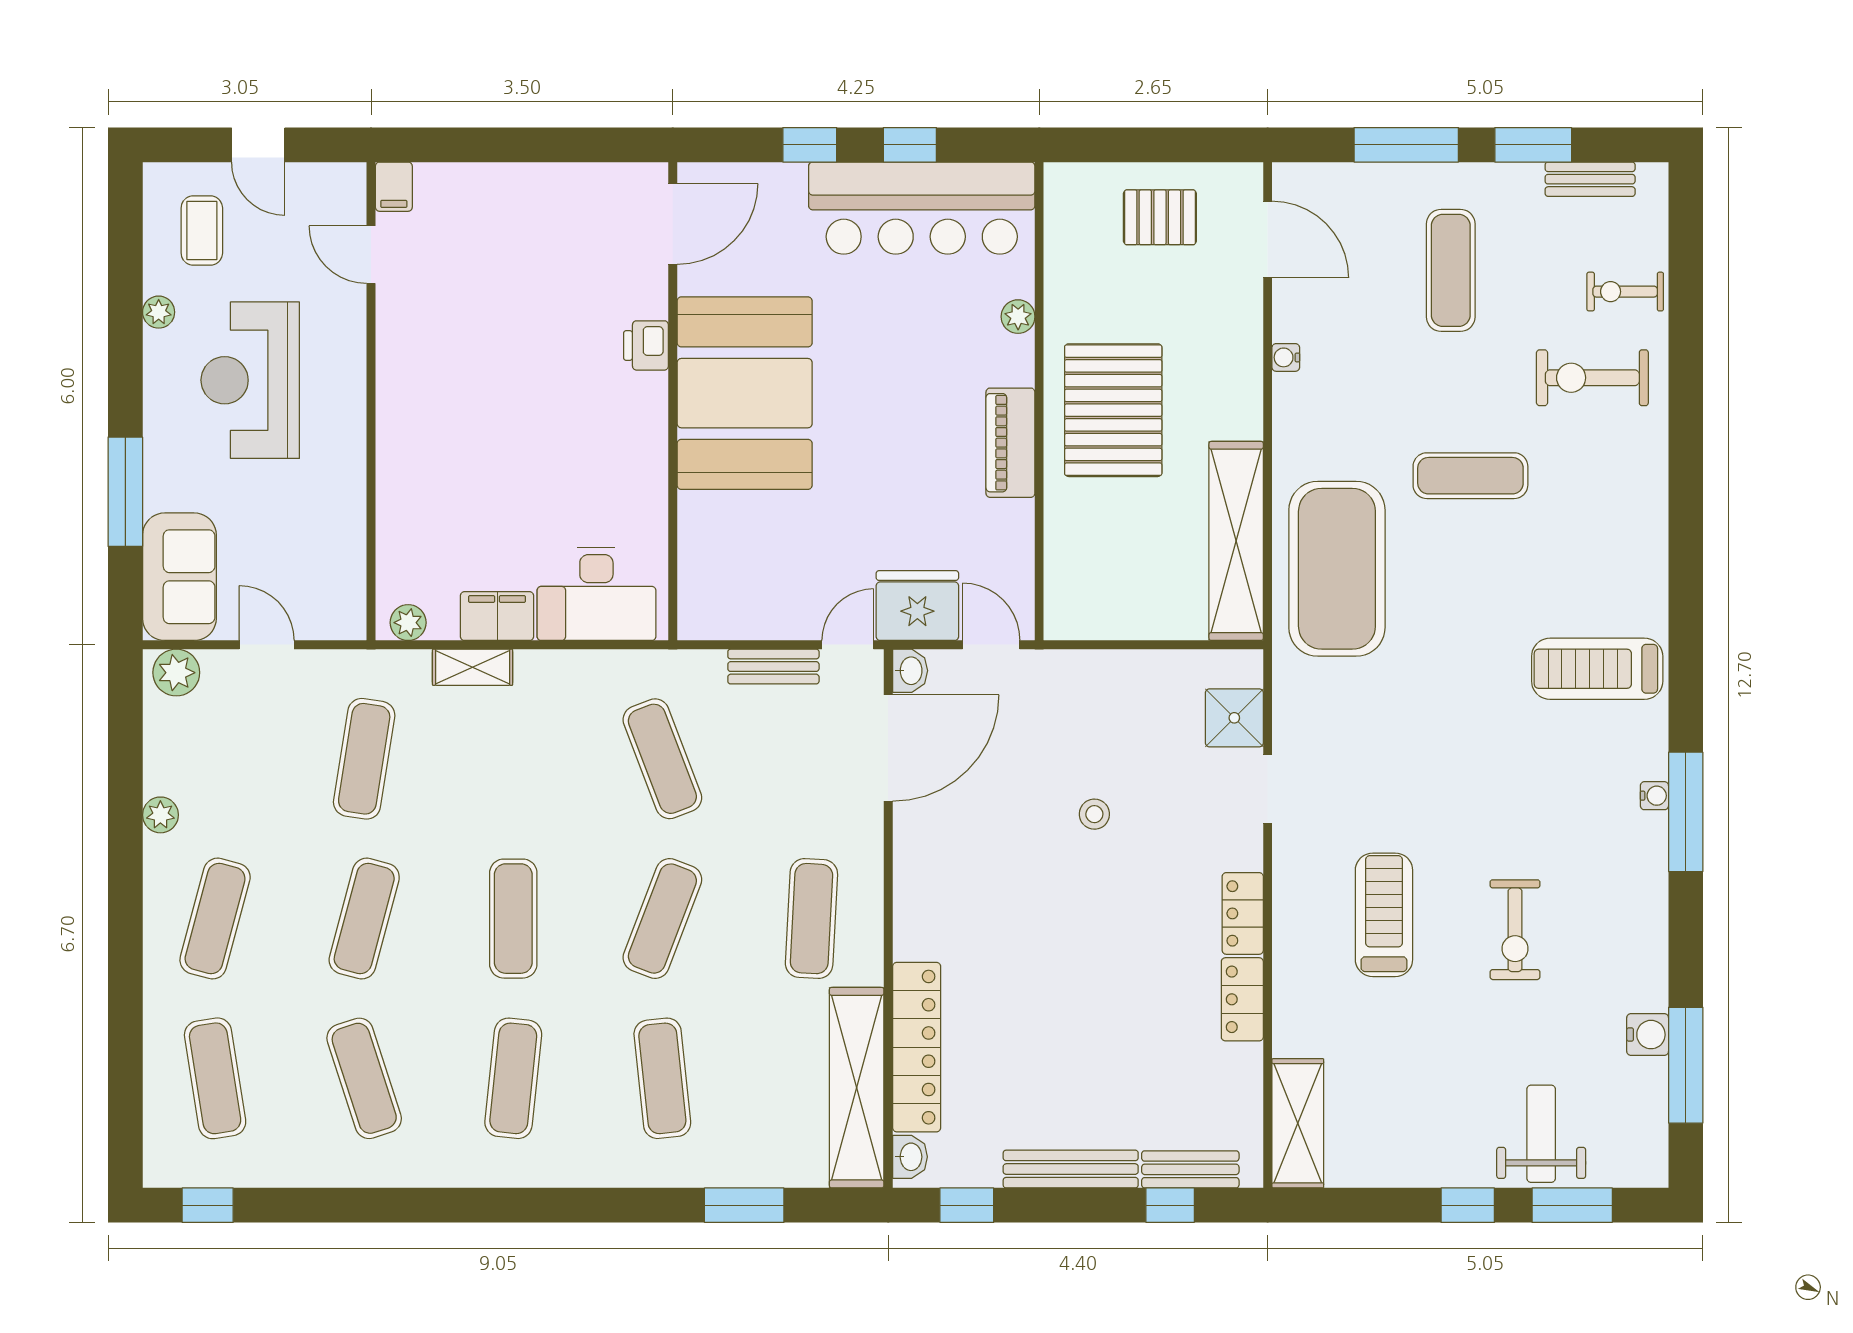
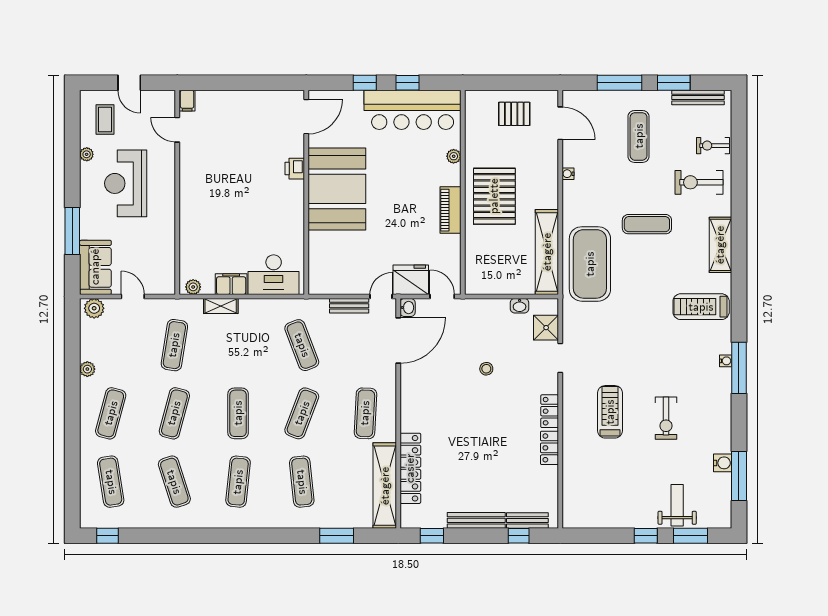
bench: (1590, 179) -> (698, 98), width x1.36
shelving: (1298, 1123) -> (720, 245), moved
washbasin: (910, 1157) -> (520, 306), moved, turned 90

